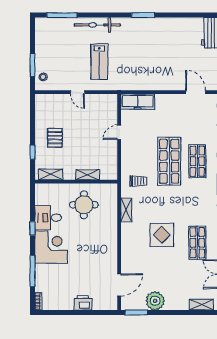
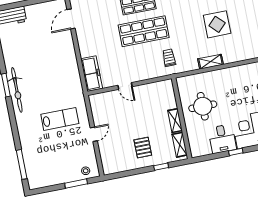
bicycle: (97, 25) -> (17, 90), moved
pallet: (55, 138) -> (143, 148), turned 90
shelving: (88, 175) -> (175, 121), moved
shelving: (126, 210) -> (211, 62), moved

